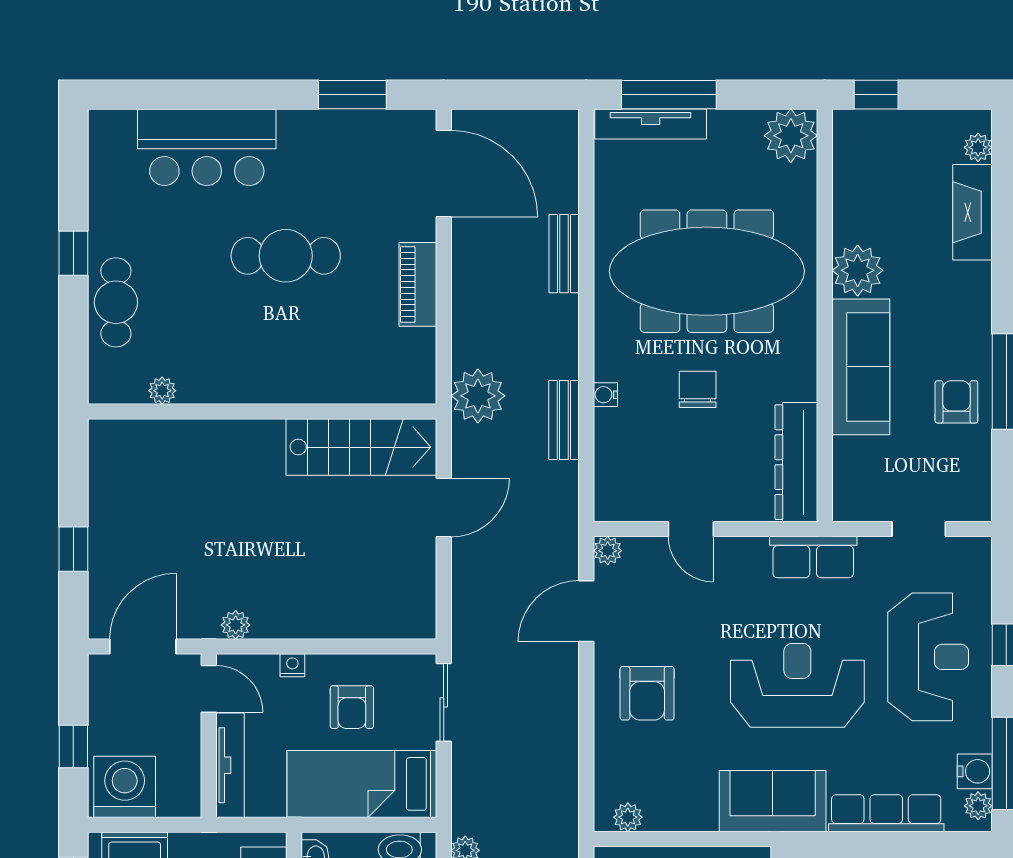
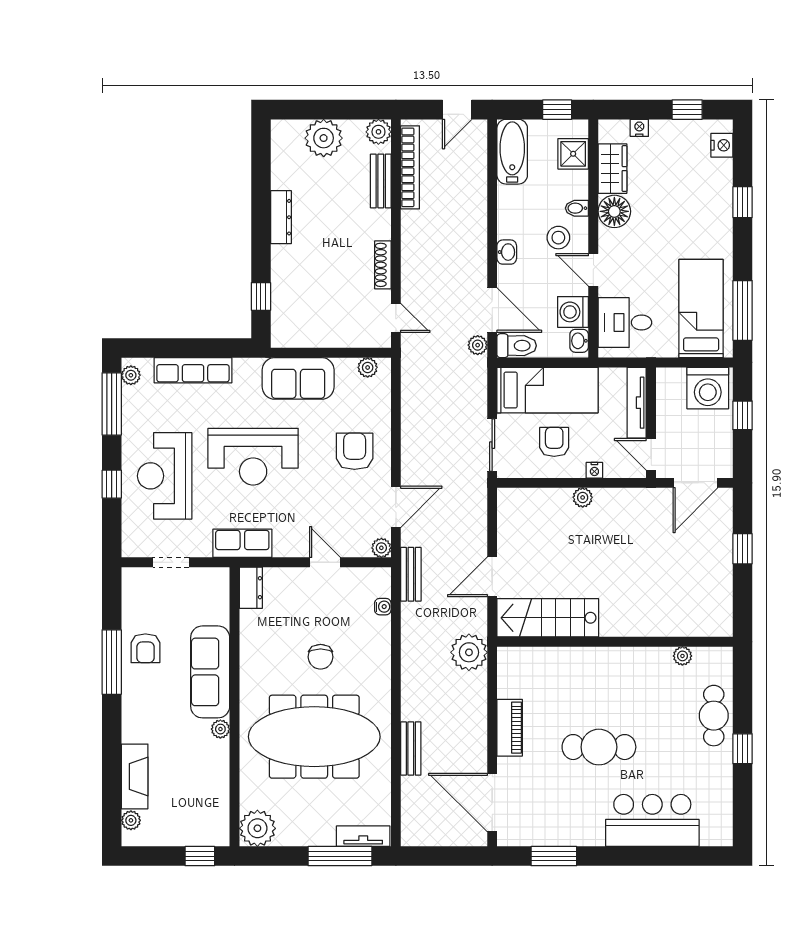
tv unit: (651, 124) -> (363, 836), width x0.71
plant: (858, 270) -> (220, 729), width x0.53, depth x0.53
water cooler: (605, 395) -> (383, 607), moved
bench: (564, 420) -> (411, 574), moved
dresser: (796, 462) -> (251, 588), width x0.51, depth x0.80
plant: (236, 625) -> (583, 497), moved
water cooler: (975, 771) -> (133, 399), removed
sofa: (773, 801) -> (298, 378), moved

